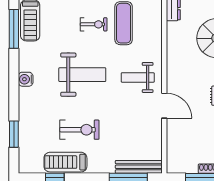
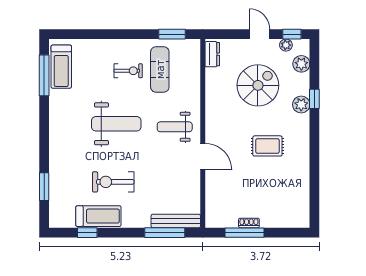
water cooler: (26, 79) -> (56, 129), removed
exercise bike: (79, 130) -> (113, 182), turned 180
treadmill: (65, 162) -> (98, 216), turned 180

